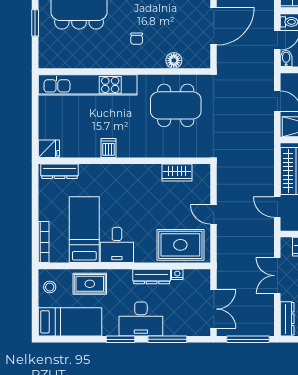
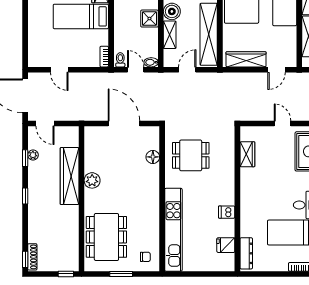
chair: (137, 39) -> (145, 257), moved
dining table: (176, 105) -> (191, 155), width x0.73
fridge: (49, 149) -> (226, 245), moved, turned -90
door: (214, 214) -> (283, 123), swing flipped

